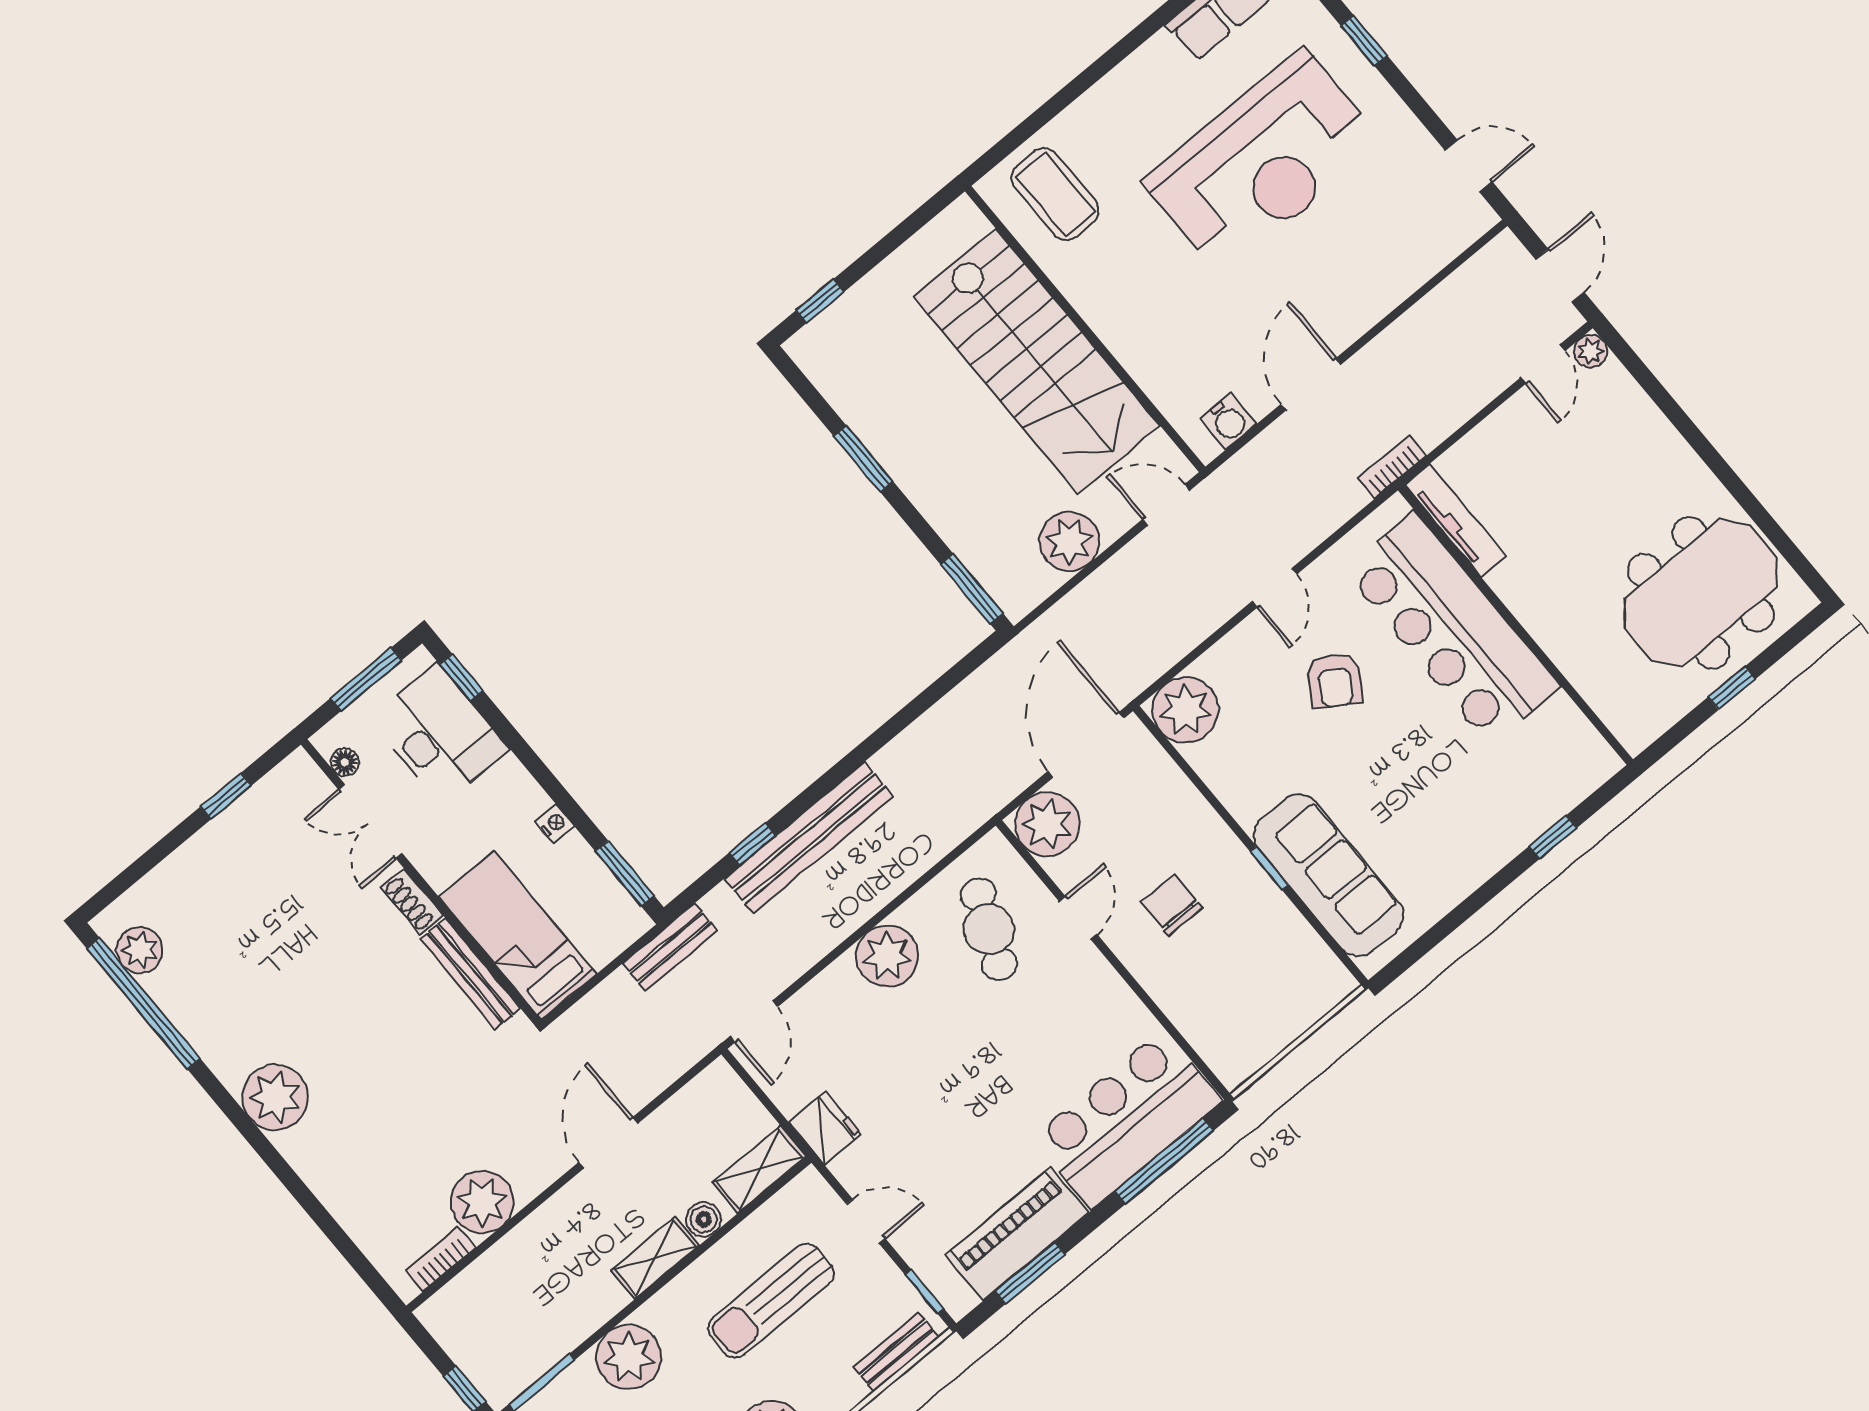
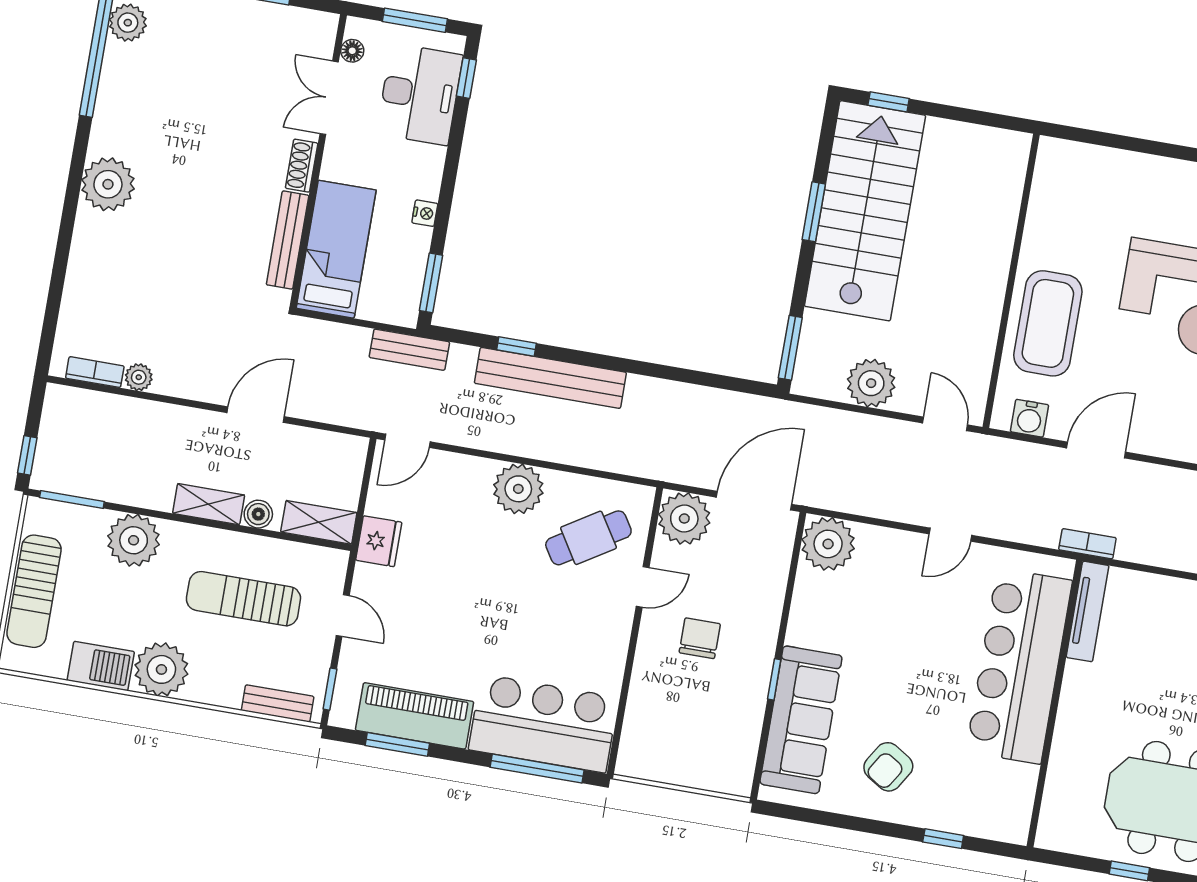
coffee table: (1055, 194) -> (1048, 323), moved, width x1.36, depth x1.32
stairs: (1037, 361) -> (865, 211), moved, turned 180
armchair: (1335, 680) -> (888, 767), moved
cafe table: (989, 929) -> (588, 538), turned 35
plant: (482, 1202) -> (139, 377), width x0.53, depth x0.53

